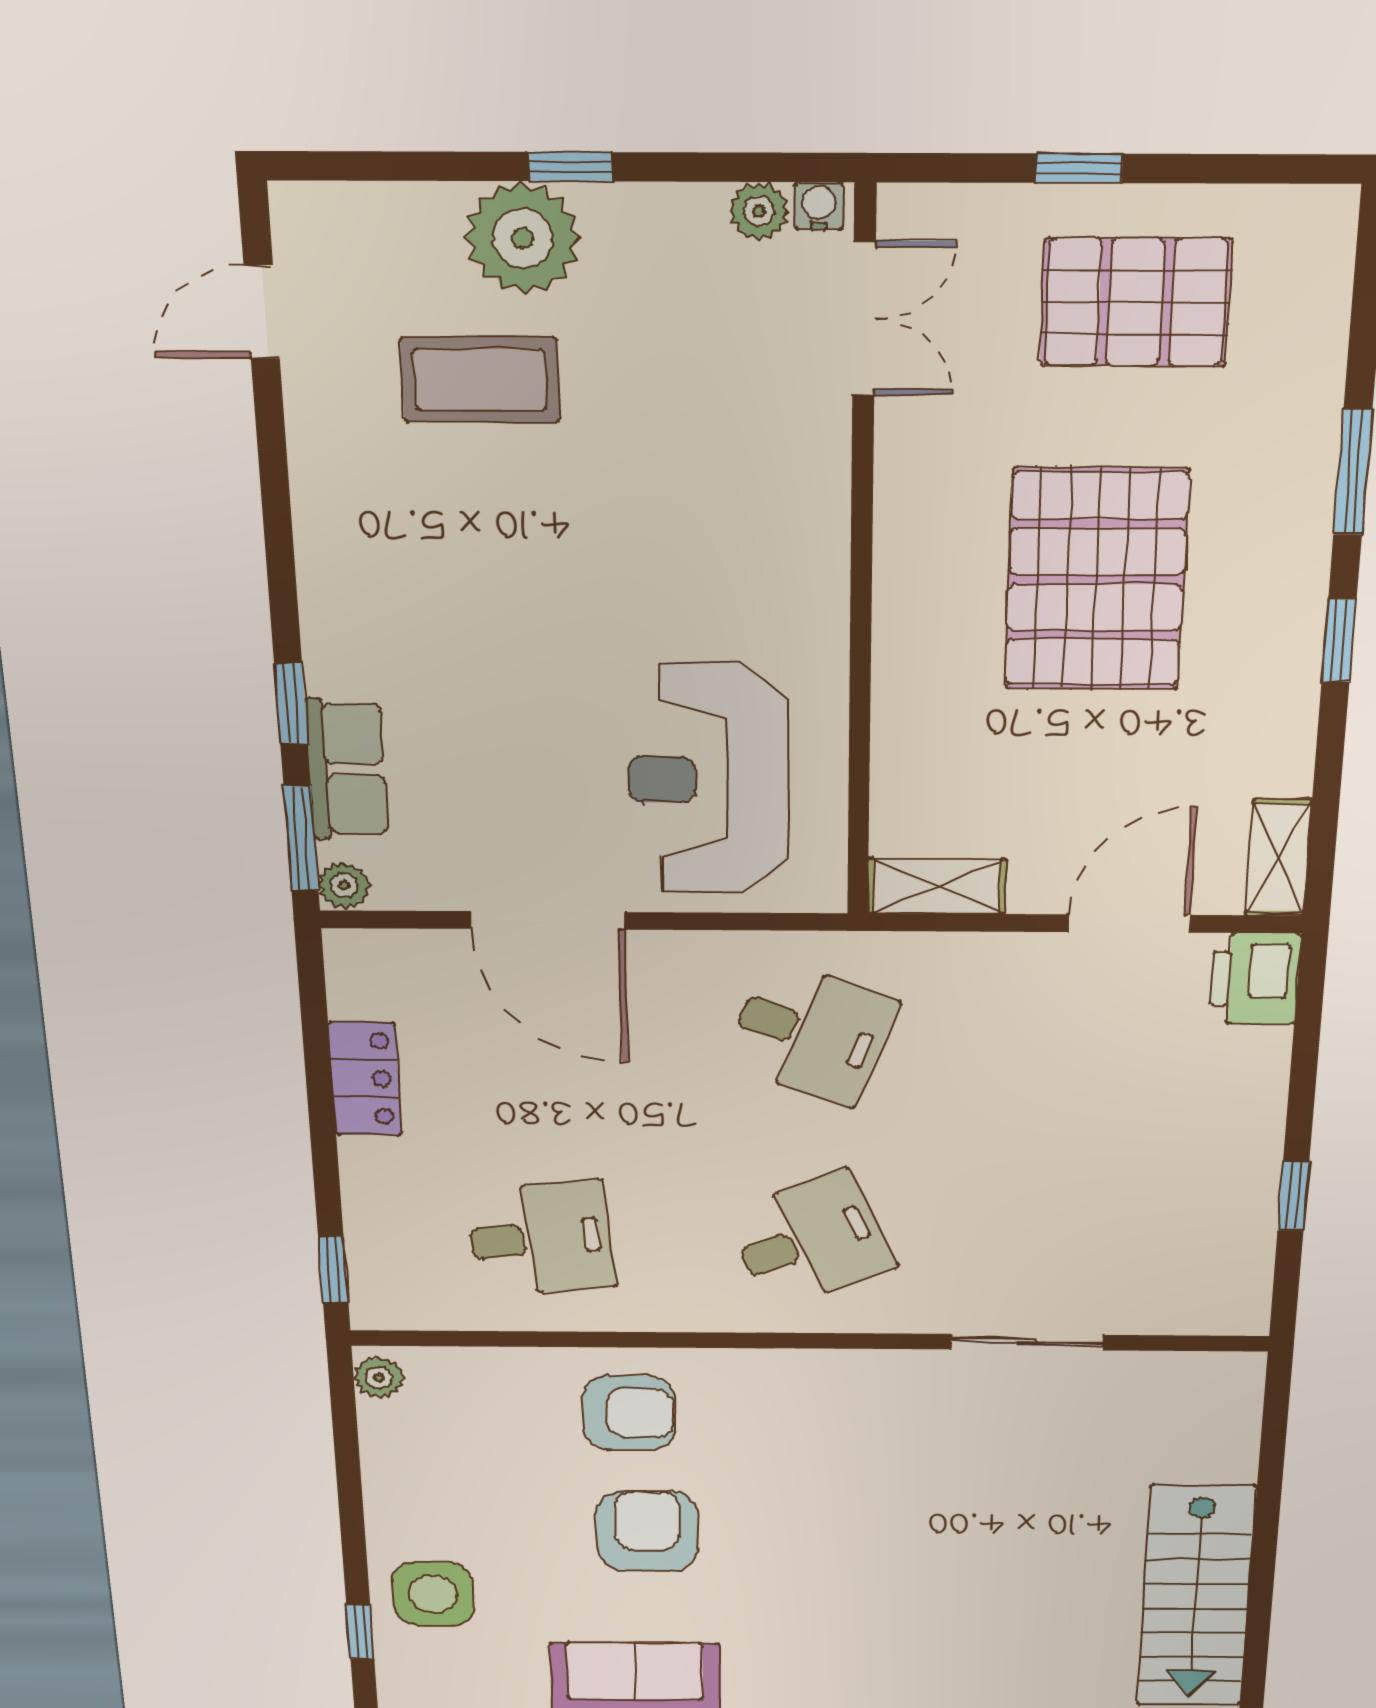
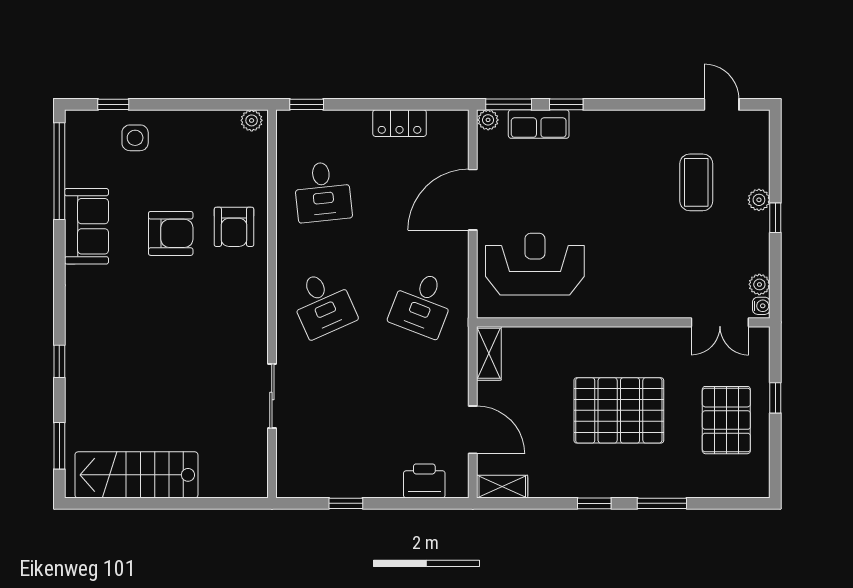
plant: (523, 238) -> (759, 200), width x0.53, depth x0.53
printer: (1255, 979) -> (424, 481), moved
side table: (433, 1594) -> (135, 138), width x0.73, depth x0.73

